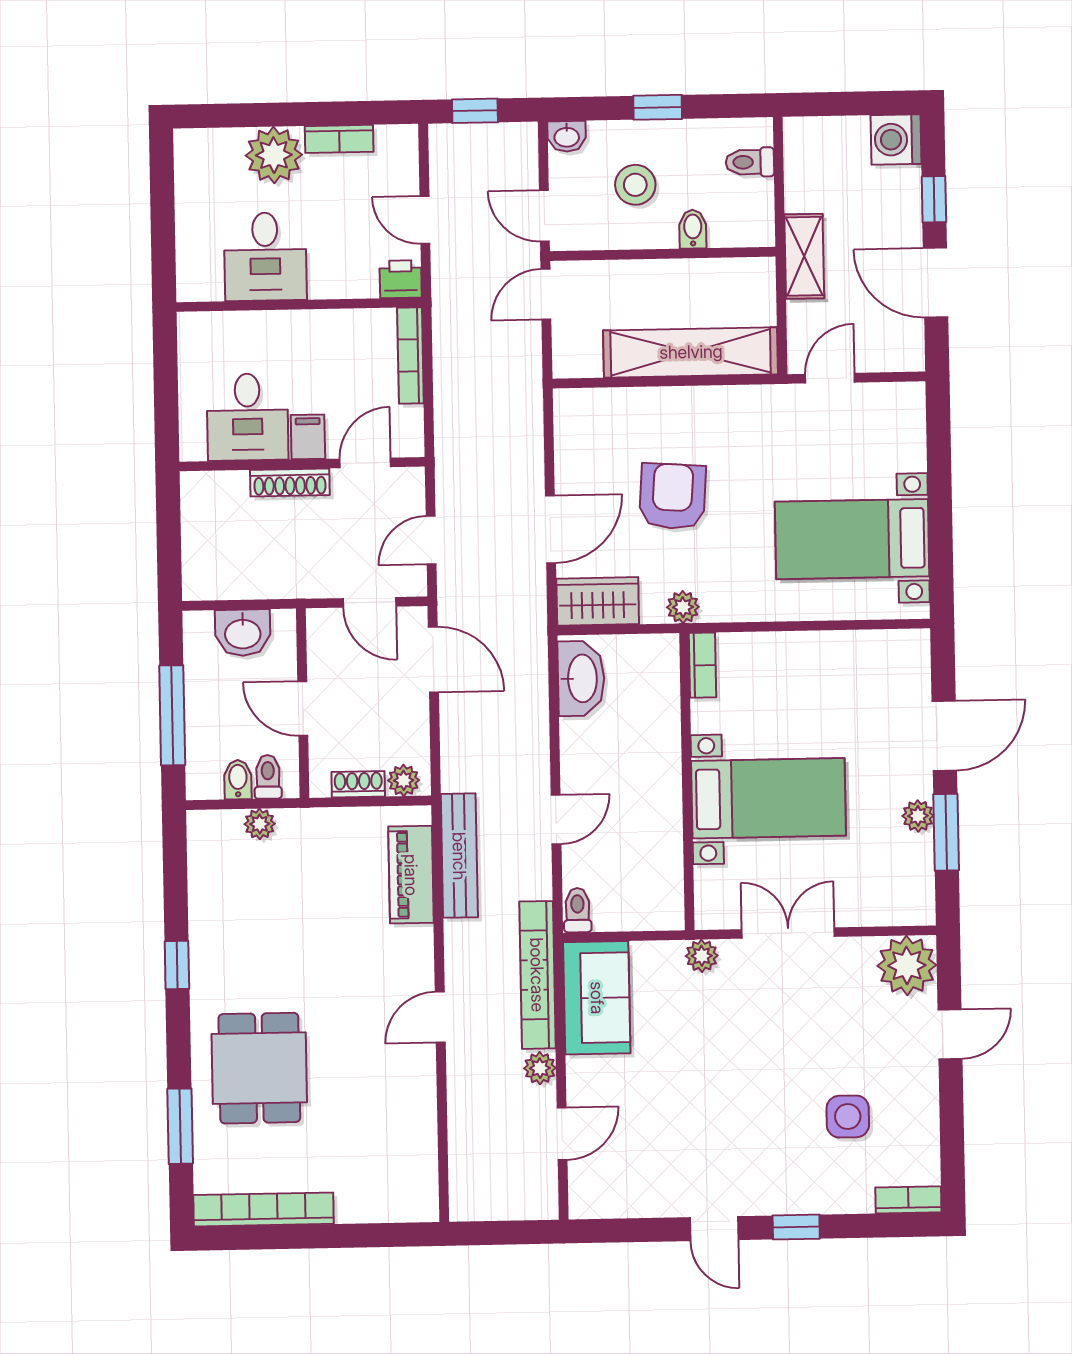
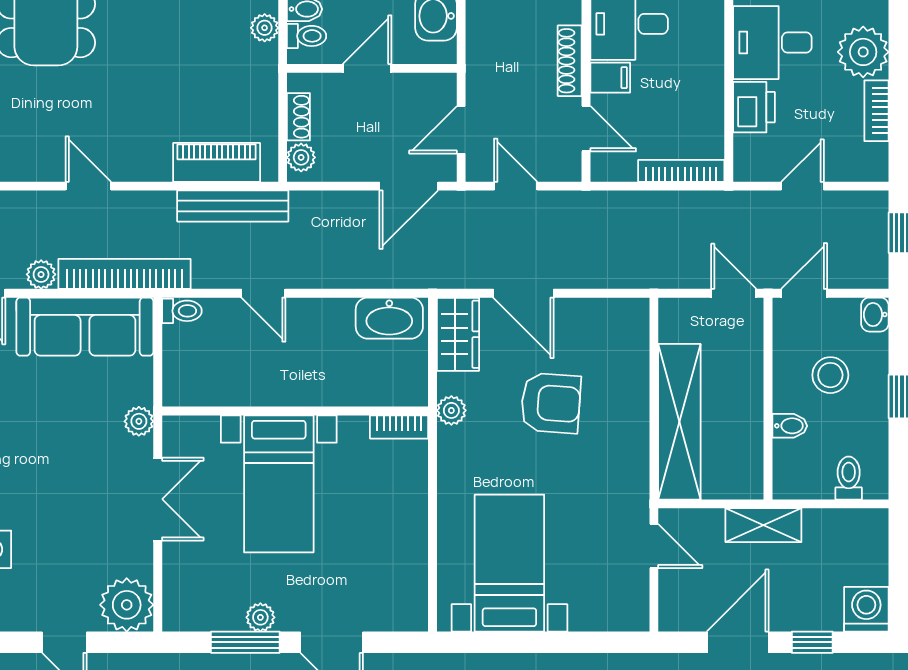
printer: (401, 279) -> (754, 107), moved, width x1.36, depth x1.24
sofa: (597, 998) -> (85, 327), width x1.36

